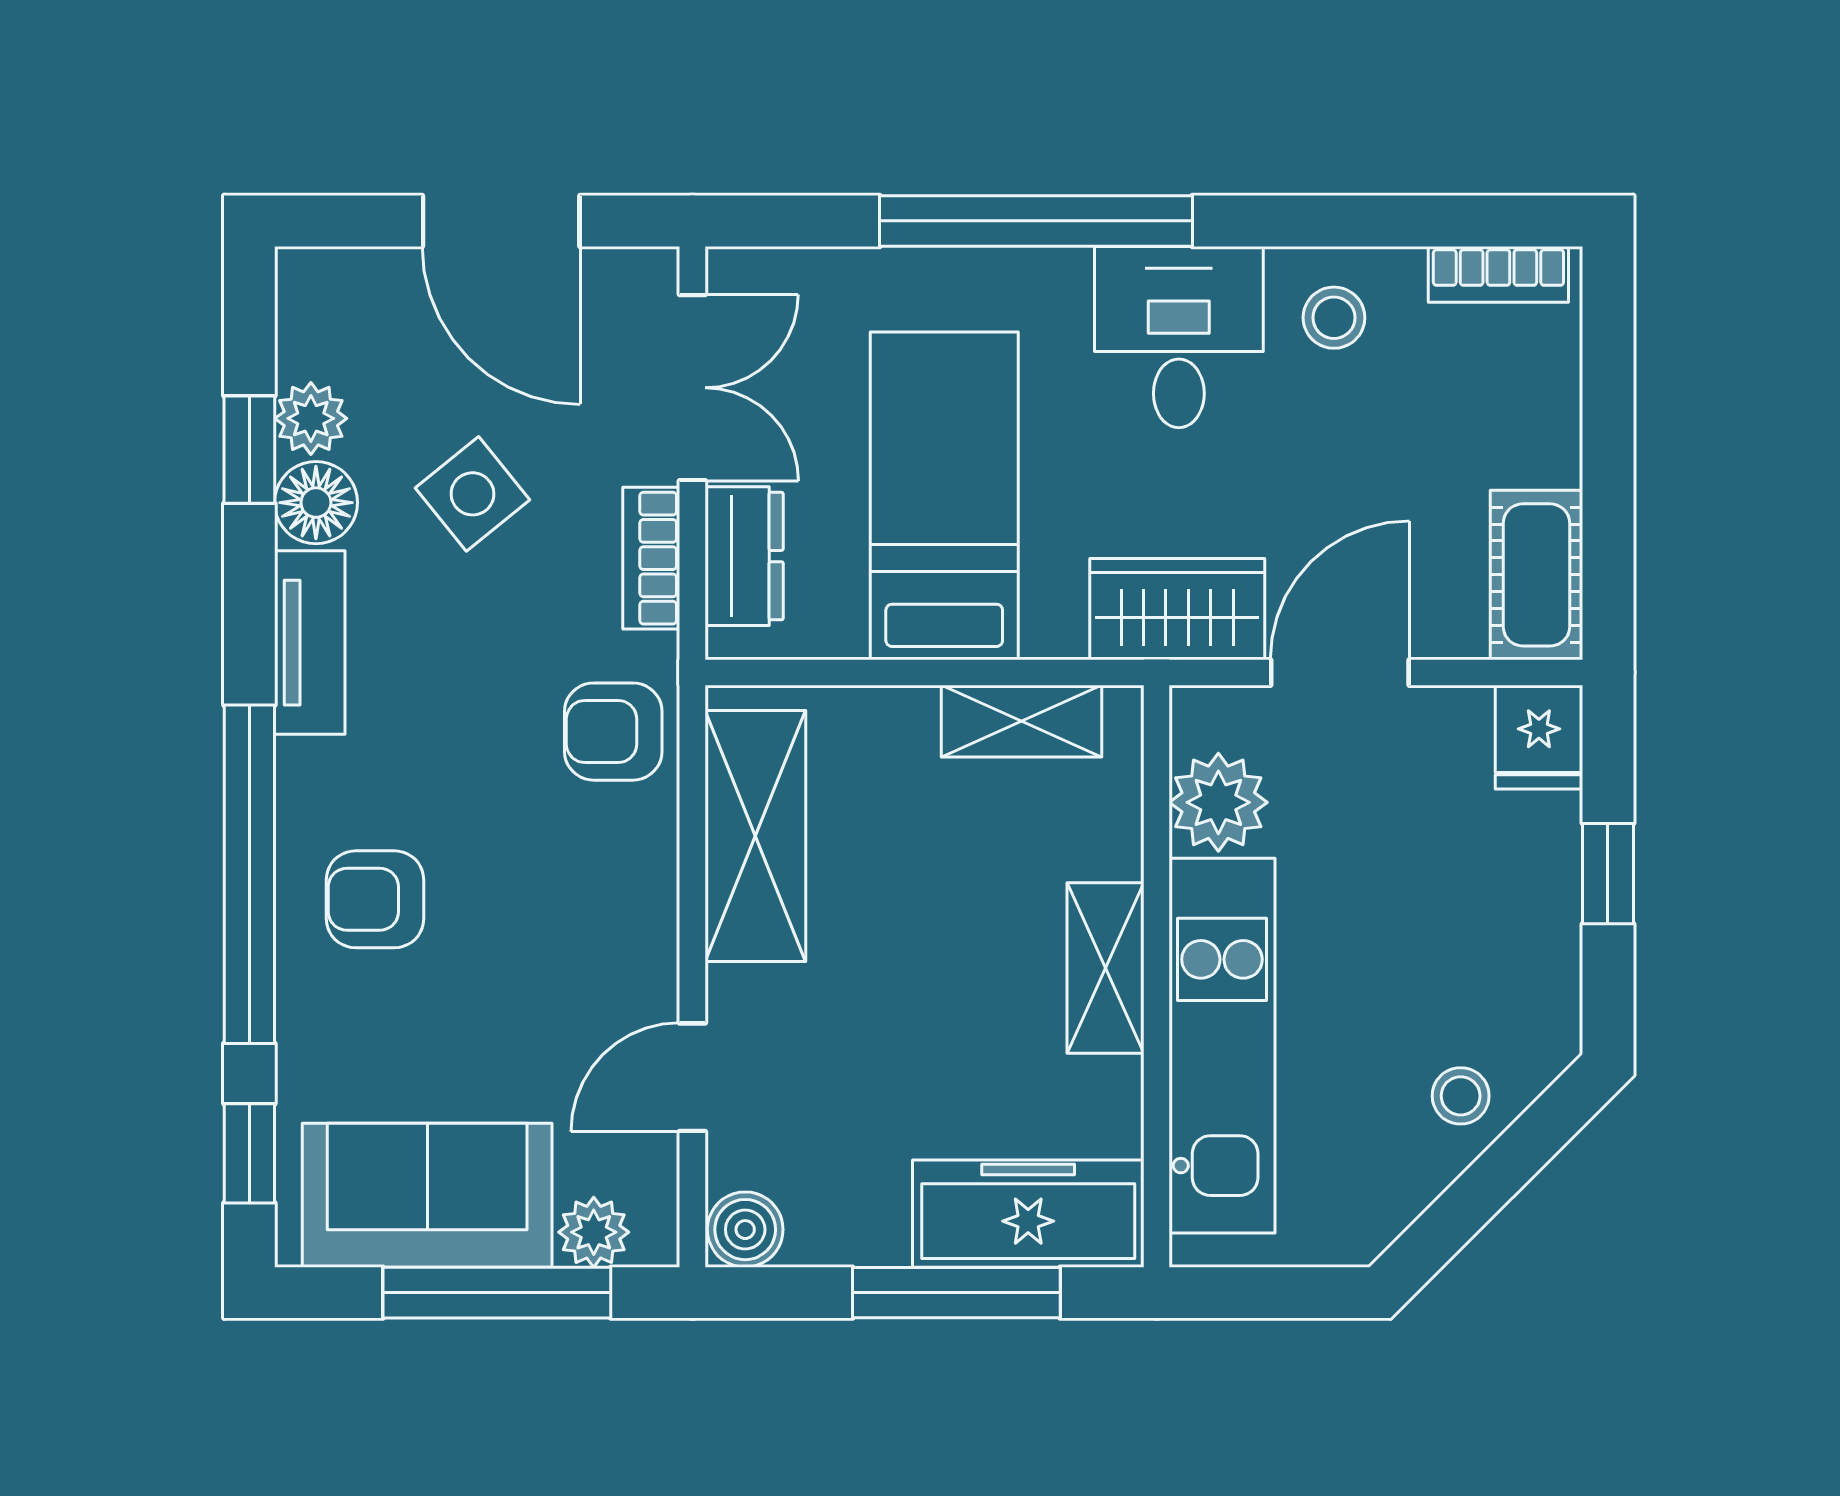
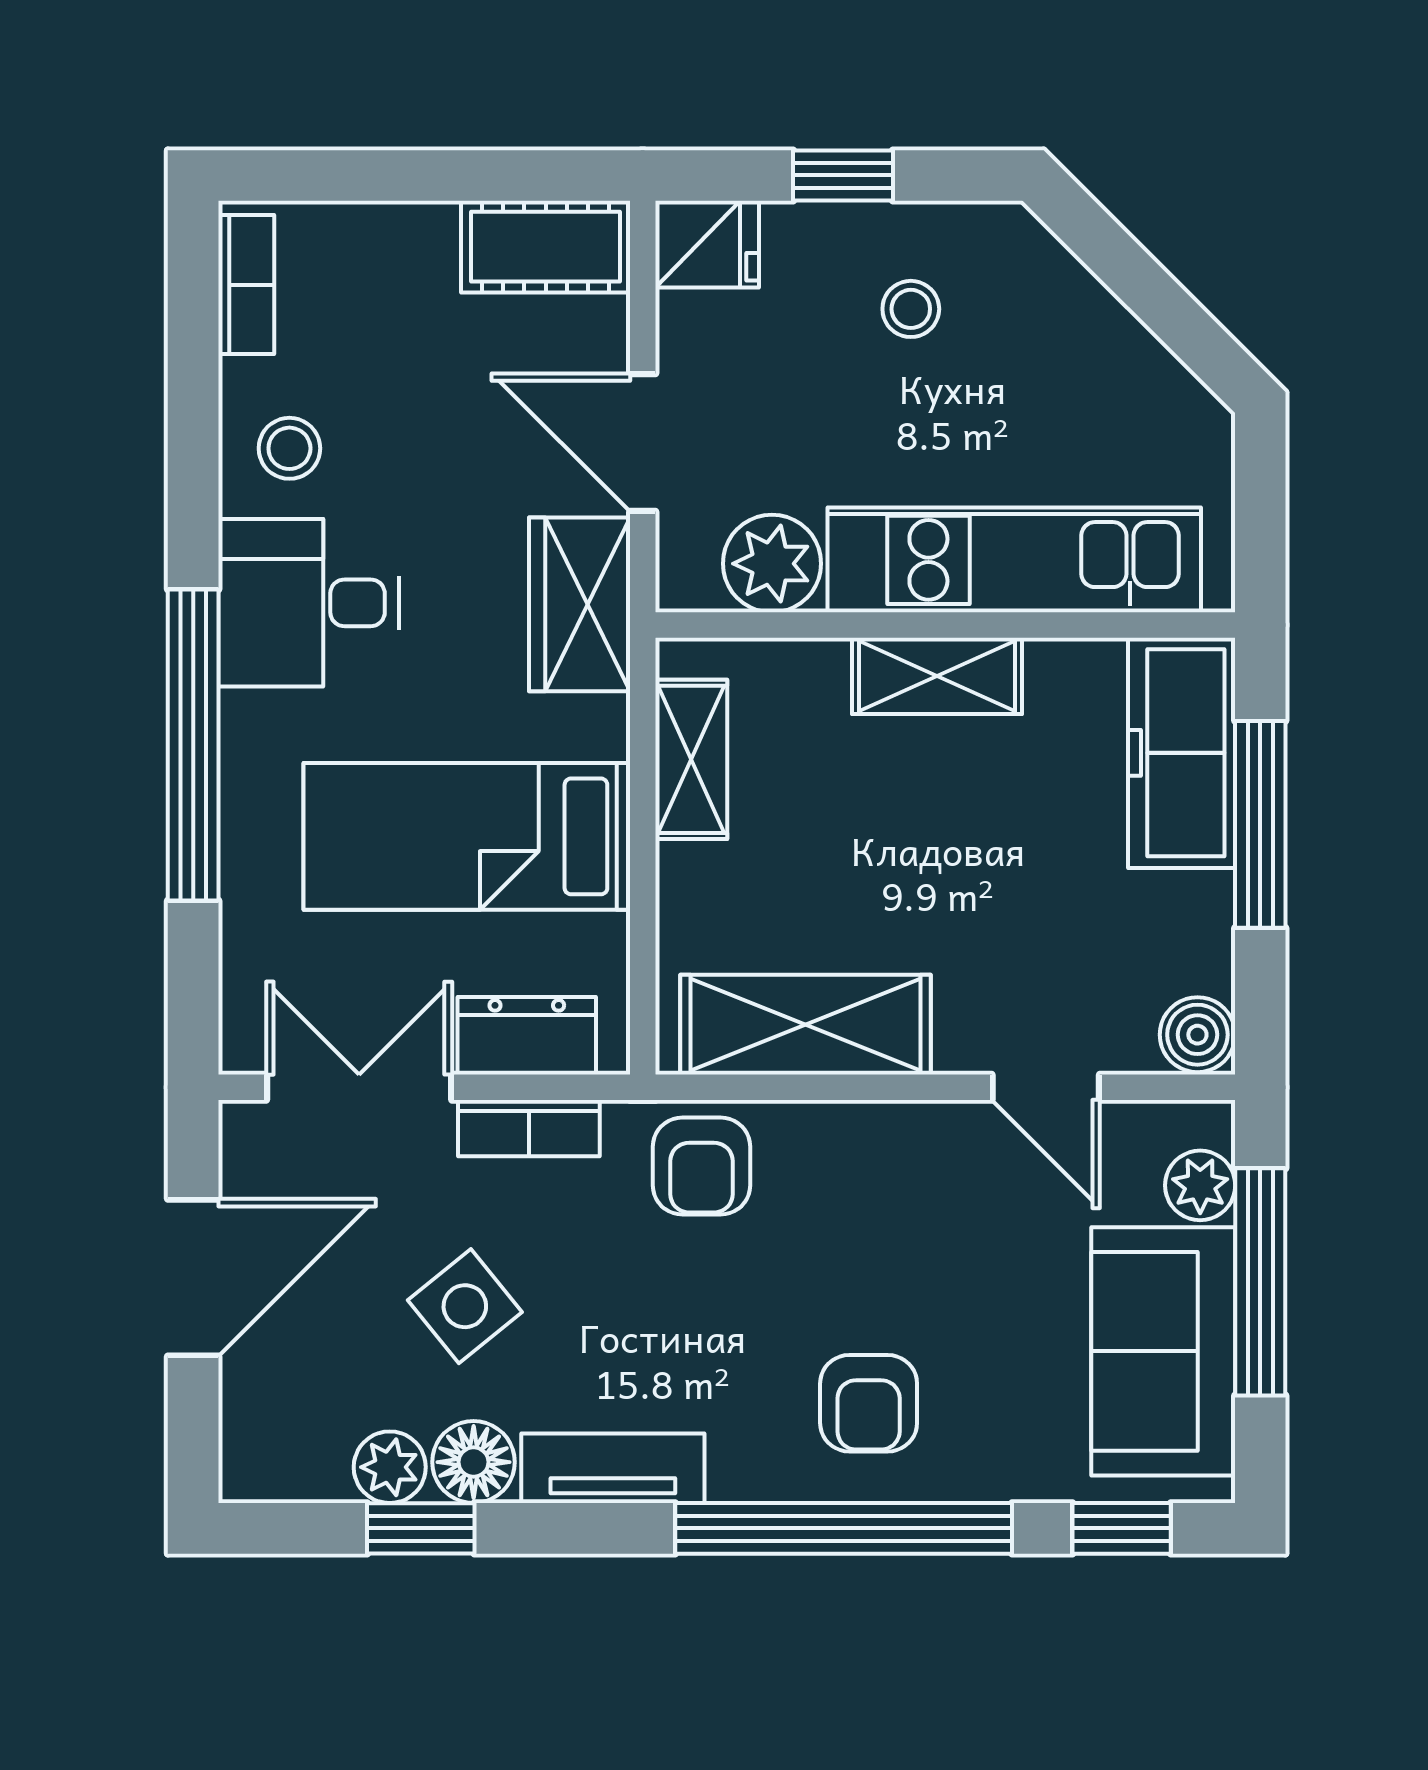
stool: (1461, 1096) -> (911, 309), moved

